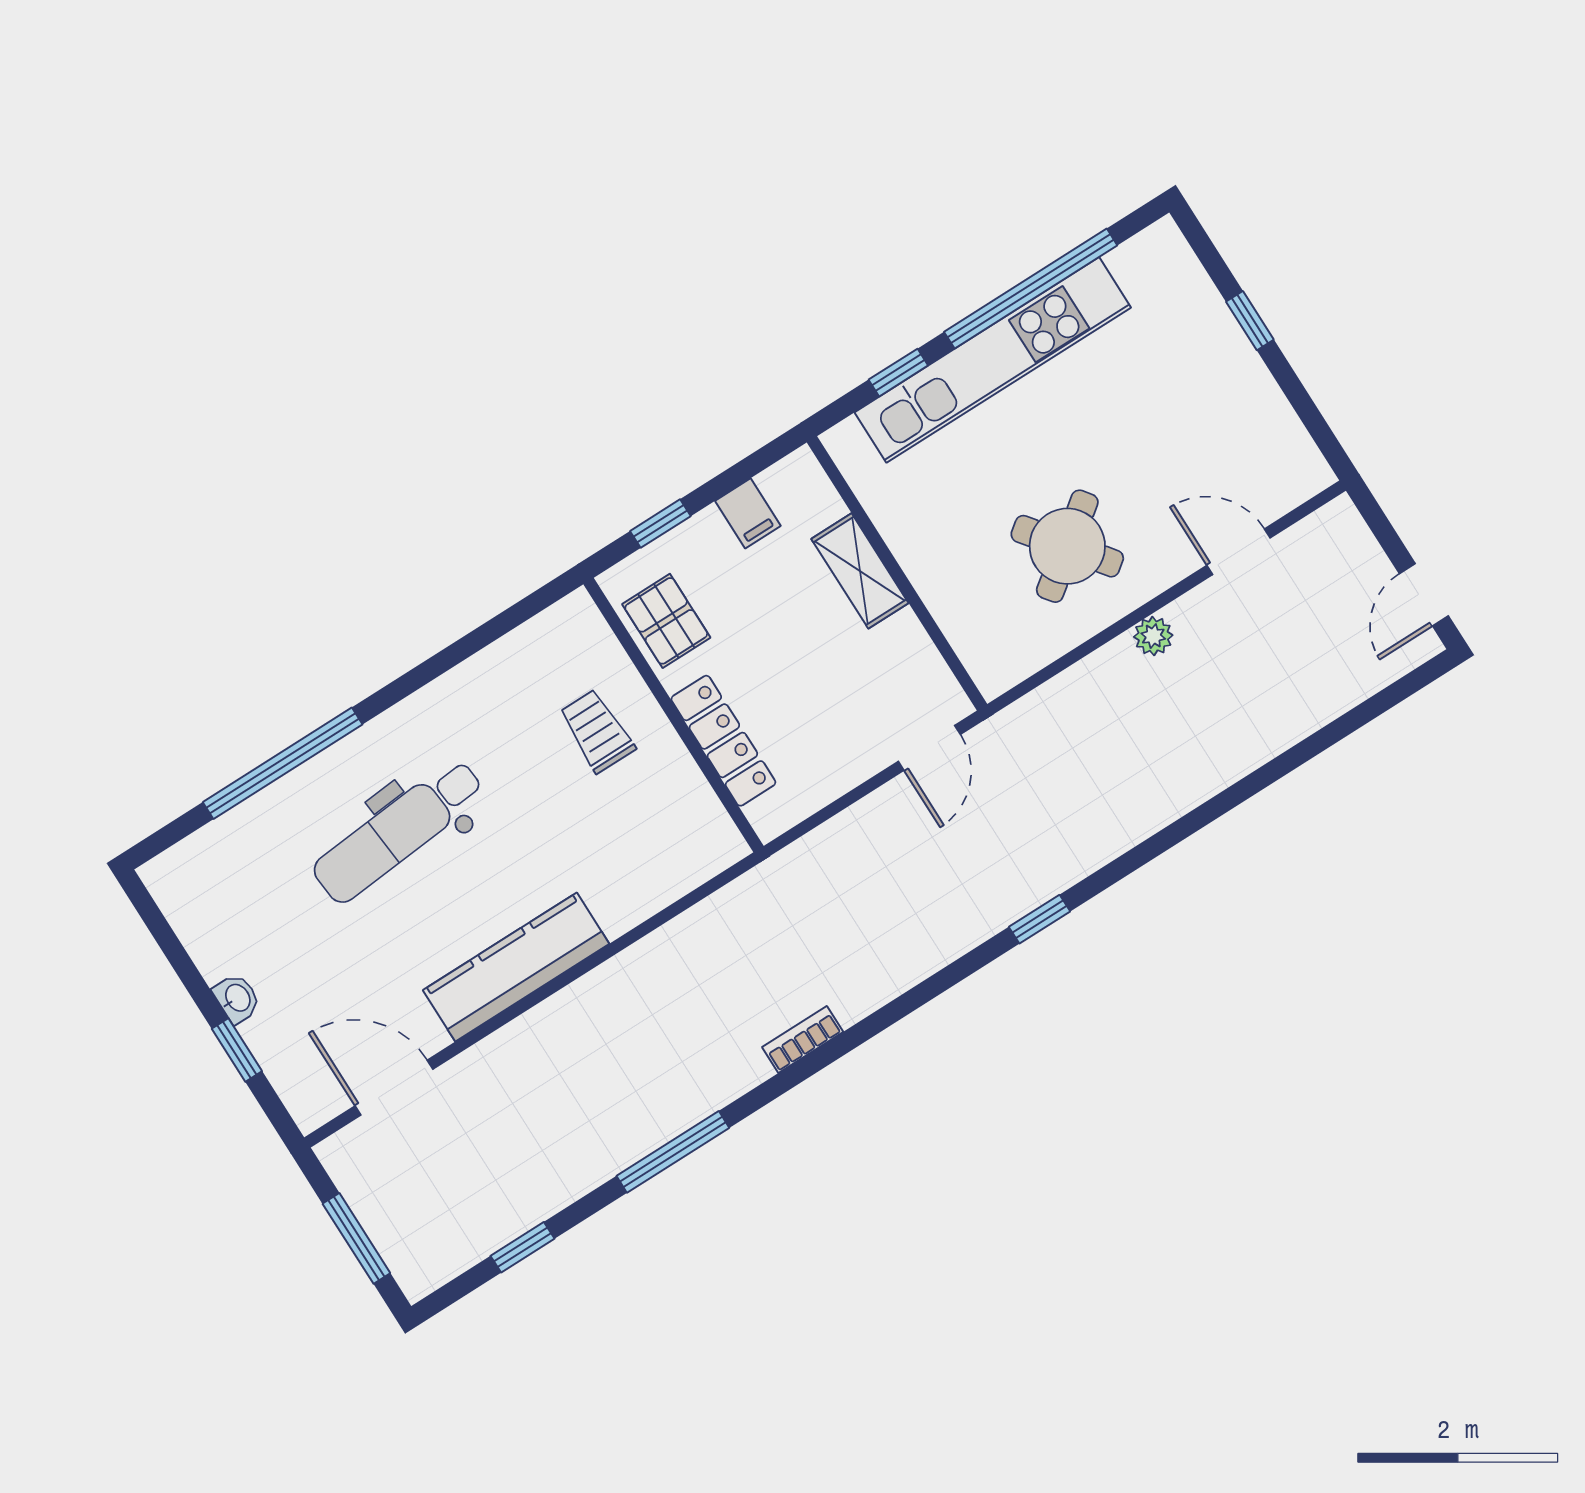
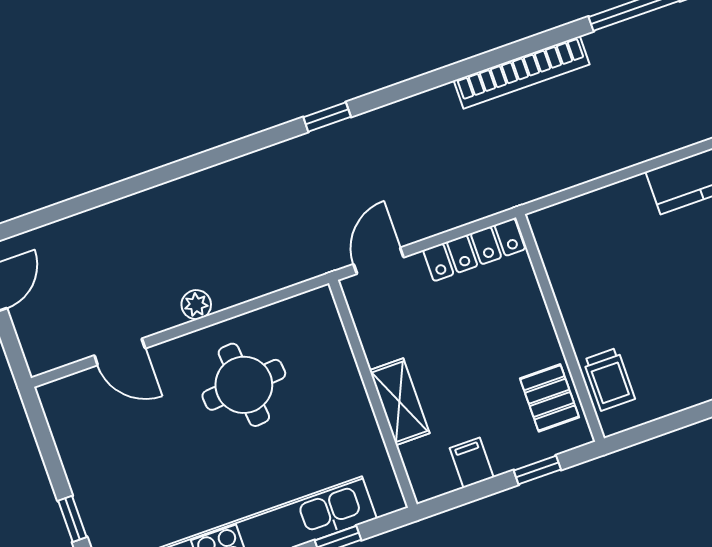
round table: (1067, 546) -> (244, 385), turned 32
trolley: (597, 731) -> (609, 379), moved
locker: (723, 741) -> (474, 250), moved, turned -90
bookcase: (803, 1039) -> (522, 72), width x2.31, depth x1.31

